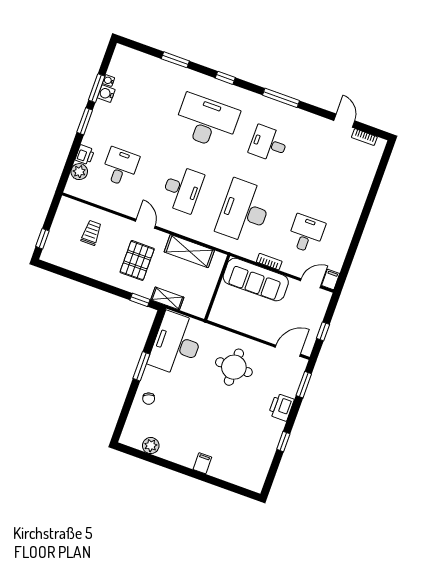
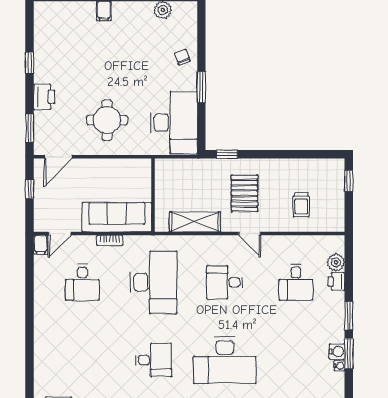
desk: (182, 189) -> (225, 282), width x0.73
shelving: (167, 298) -> (200, 166), removed

